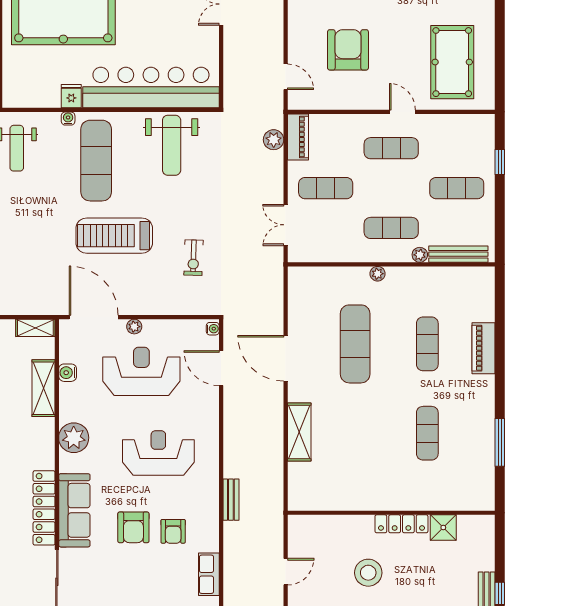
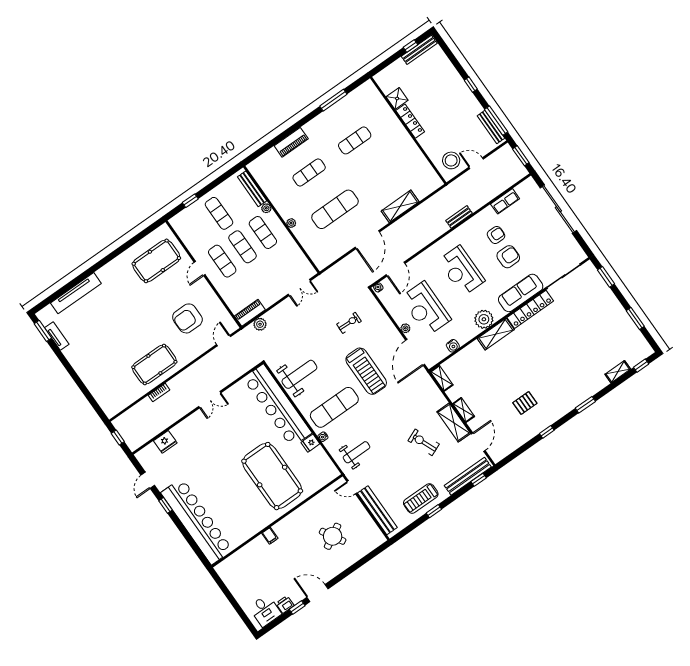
exercise mat: (326, 188) -> (243, 247), moved
shelving: (43, 388) -> (496, 334), moved
stool: (368, 573) -> (451, 160), moved

